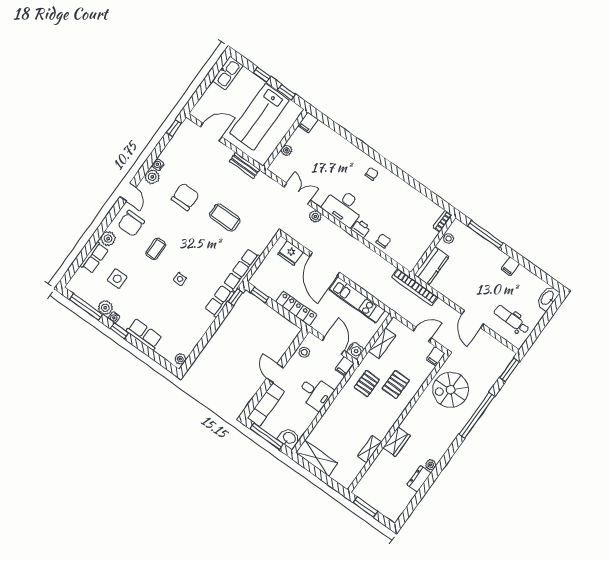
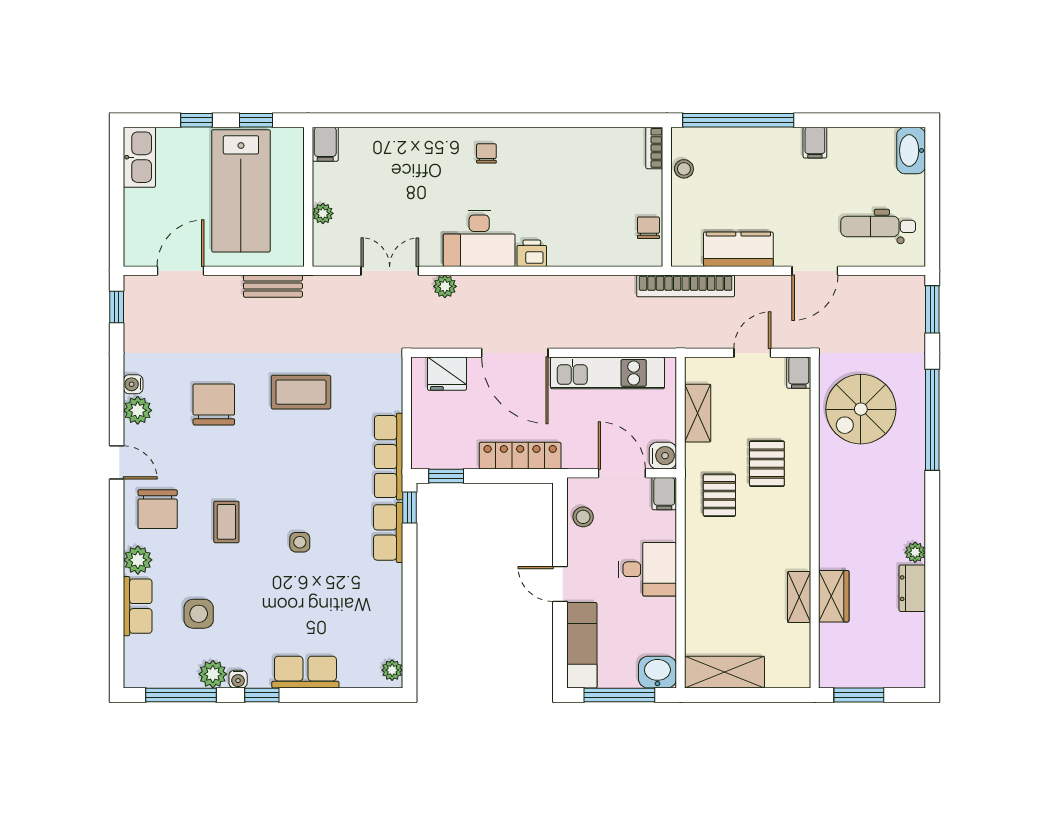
window: (485, 235) -> (738, 120), width x1.46
chair: (383, 241) -> (648, 228), moved
kitchen counter: (432, 266) -> (738, 249), moved, turned -90
door: (472, 319) -> (815, 271), hinge flipped
wardrobe: (397, 442) -> (834, 596), moved

